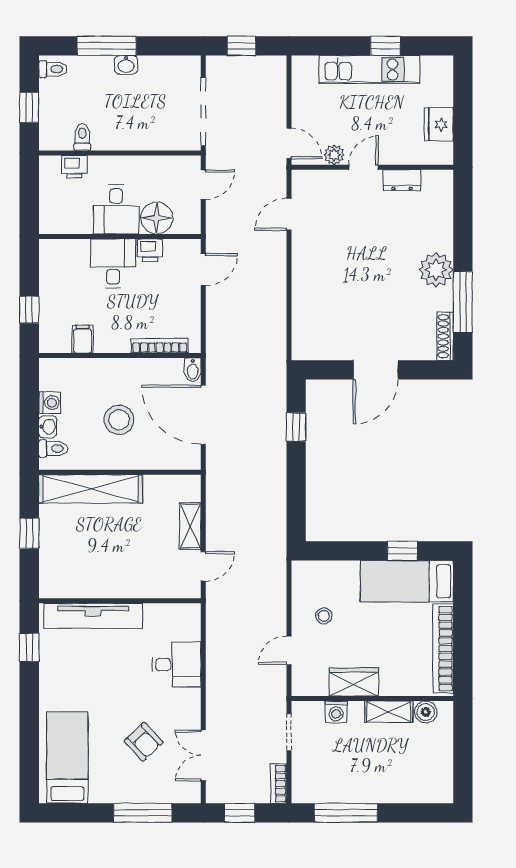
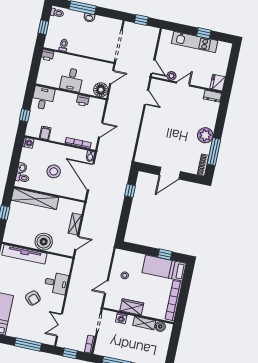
fridge: (439, 124) -> (218, 83), moved
printer: (74, 167) -> (47, 55), moved
dresser: (402, 180) -> (212, 96), moved
door: (289, 214) -> (146, 98), swing flipped
floor lamp: (157, 218) -> (101, 90), moved
desk: (113, 263) -> (43, 98), moved
door: (203, 269) -> (101, 130), moved
washing machine: (50, 403) -> (28, 143), moved
boiler: (130, 579) -> (44, 242), added
armchair: (144, 742) -> (33, 298), moved

